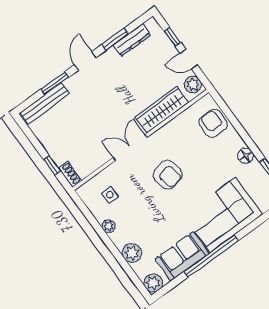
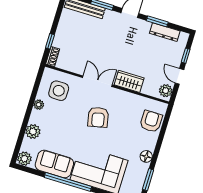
wardrobe: (162, 110) -> (129, 81), width x0.67
side table: (110, 195) -> (59, 91), width x1.87, depth x1.87

